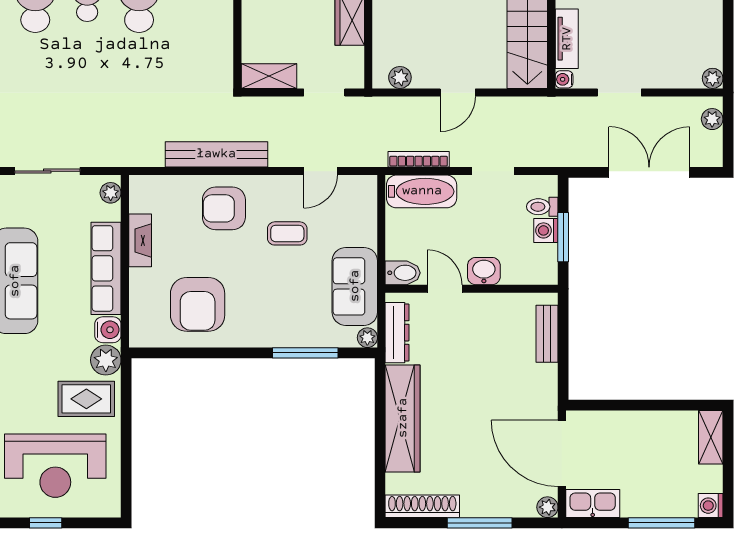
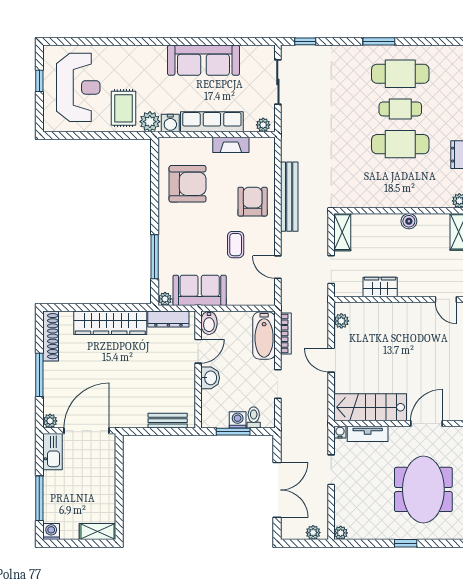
armchair: (198, 304) -> (188, 184), turned 180
reception desk: (55, 466) -> (78, 87), turned 180

